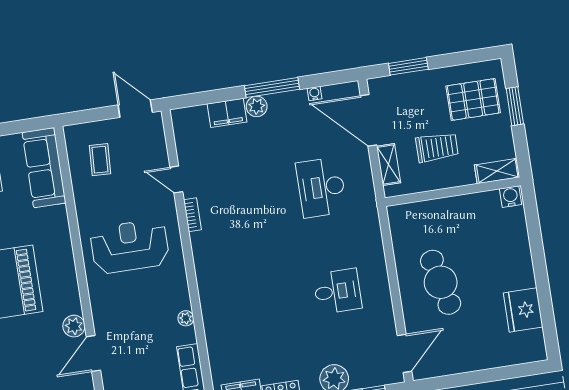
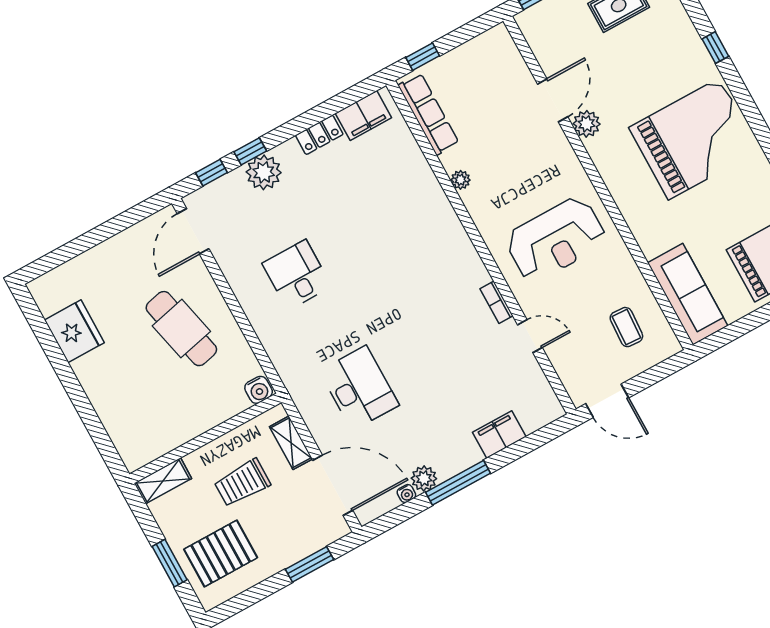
plant: (257, 106) -> (424, 478), moved
water cooler: (511, 197) -> (259, 390), moved
desk: (337, 291) -> (297, 275), turned 90

